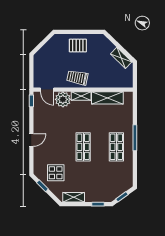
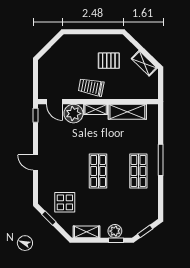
pallet: (78, 45) -> (109, 61), moved
door: (31, 140) -> (36, 163), swing flipped
plant: (97, 197) -> (115, 231), added

